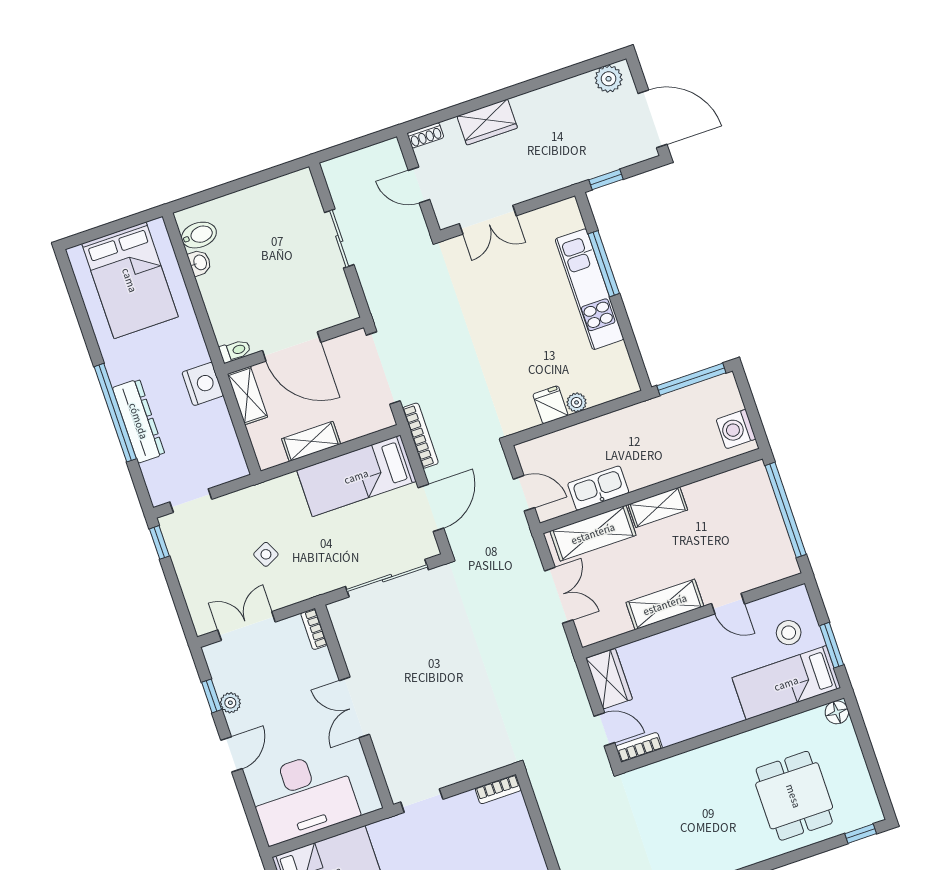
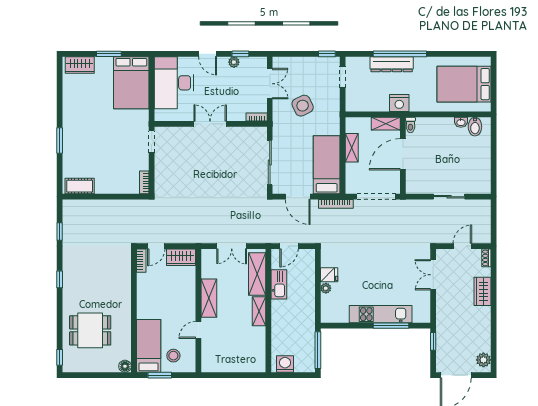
window: (786, 510) -> (236, 375), removed
side table: (266, 554) -> (303, 106), width x1.87, depth x1.87

